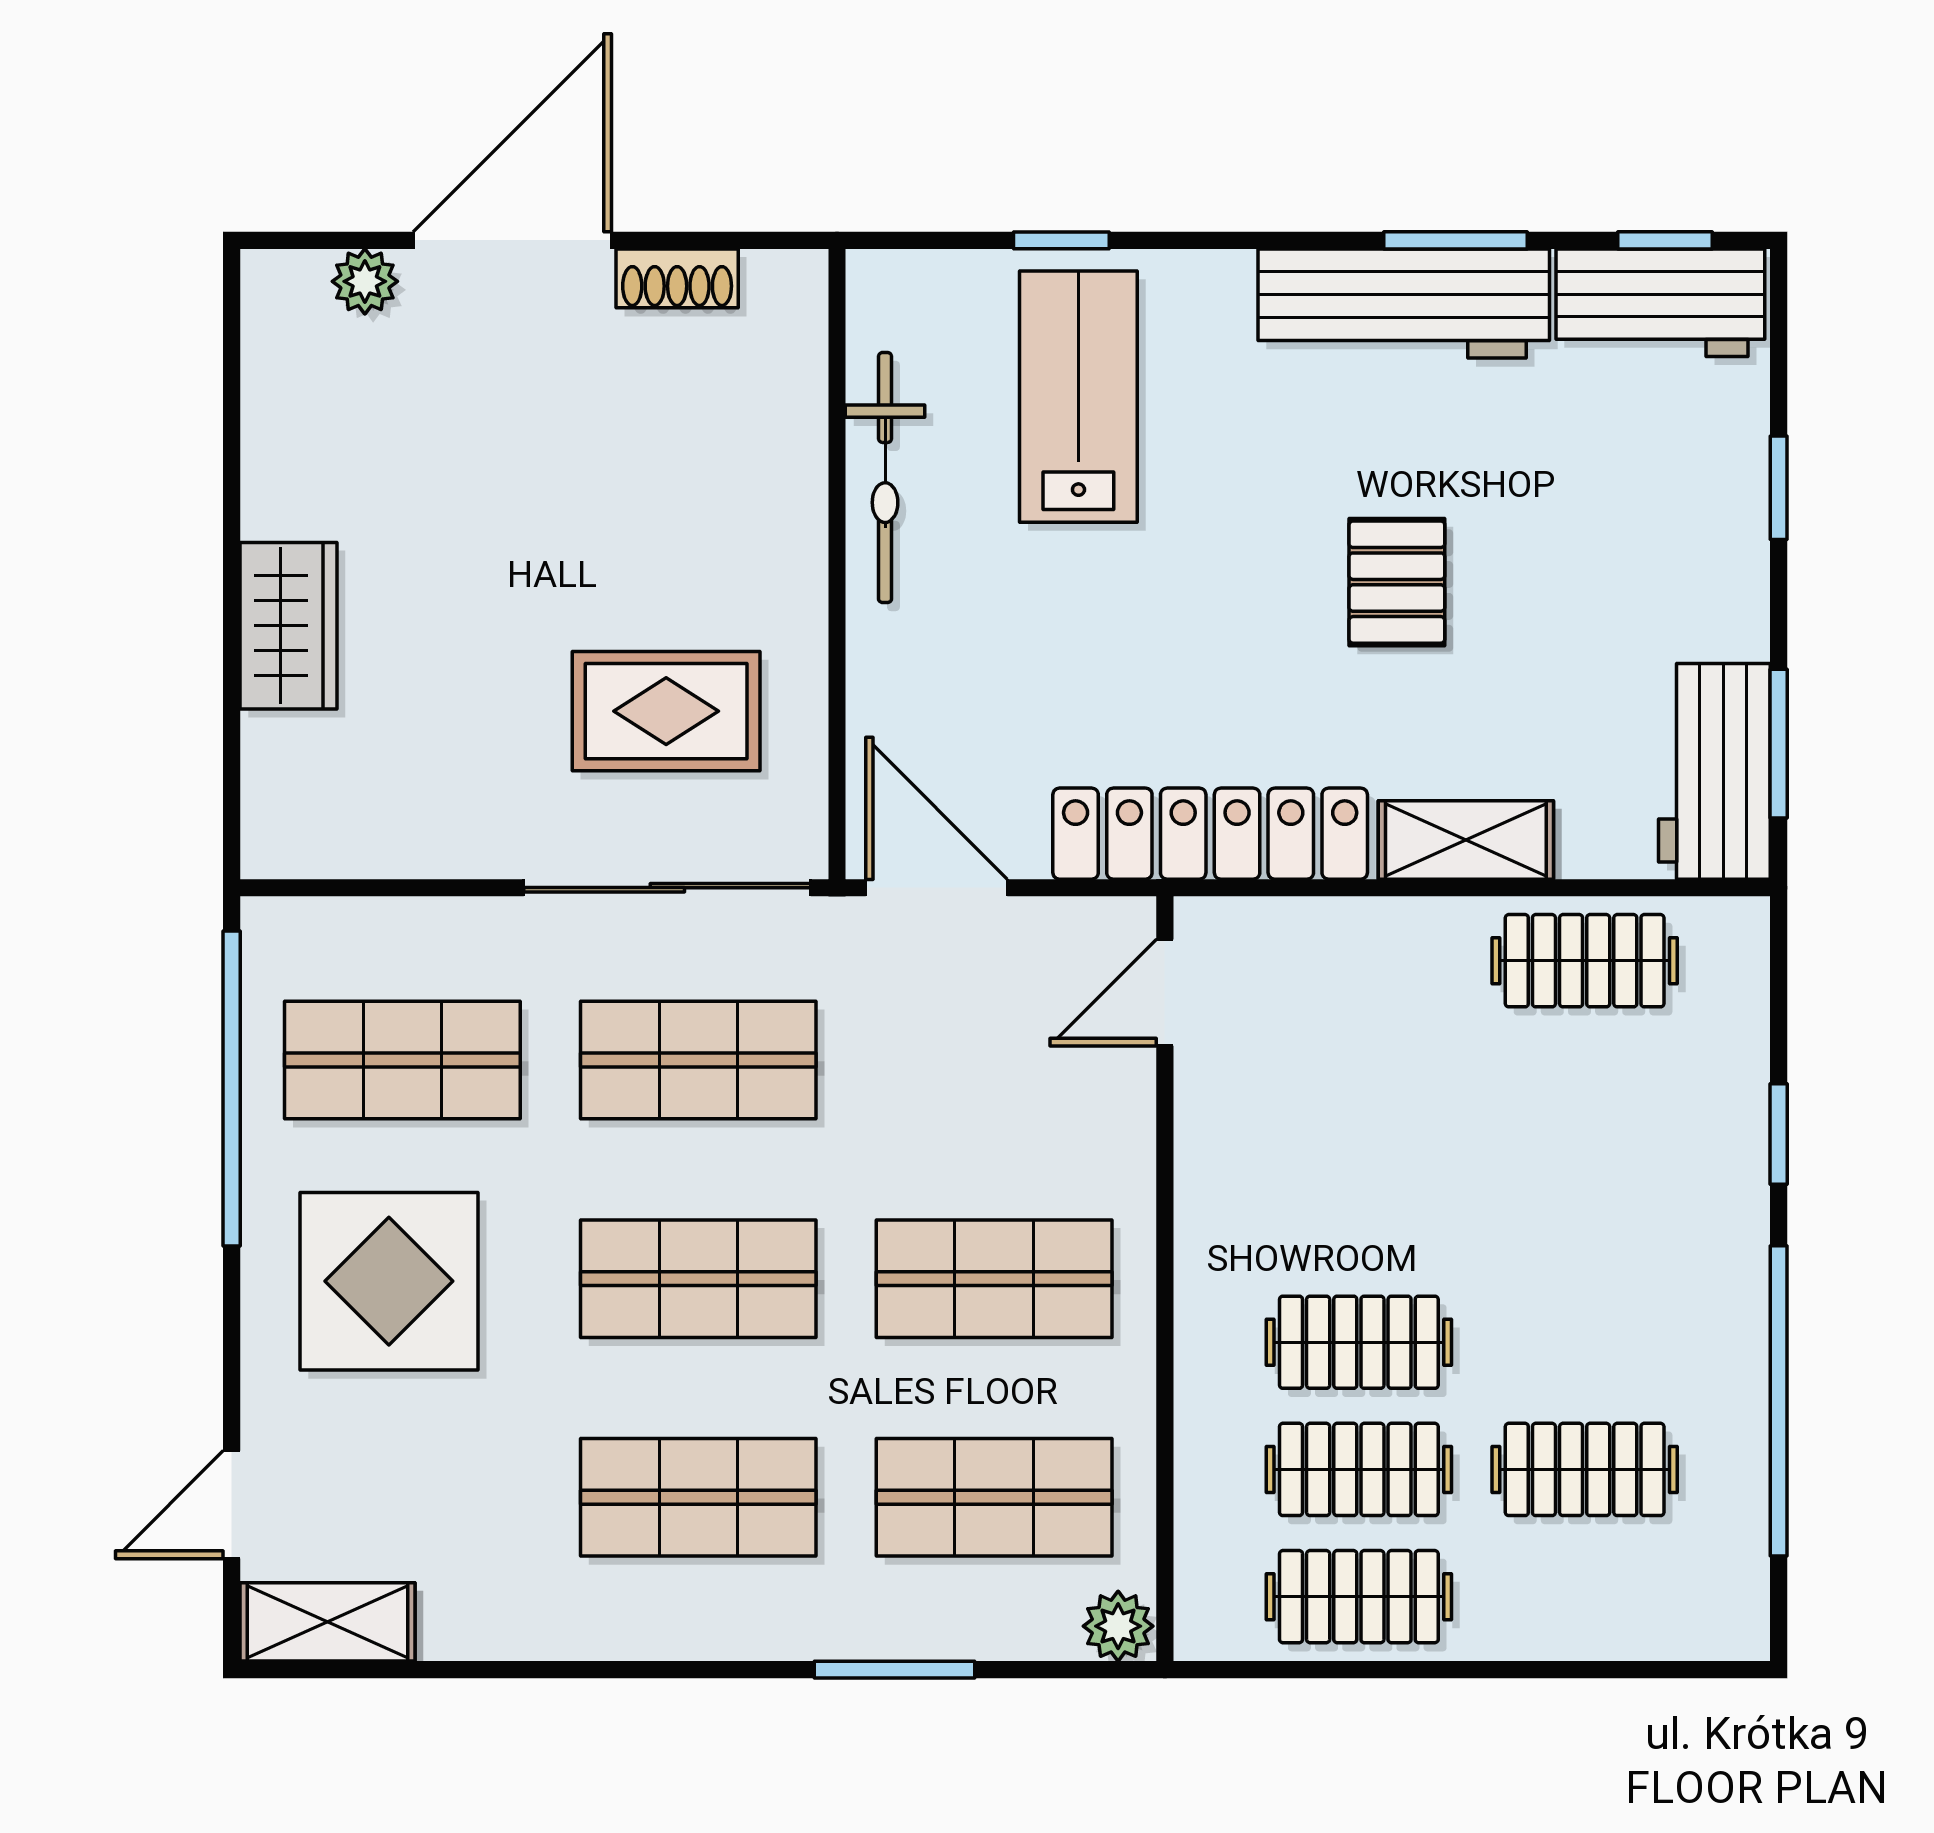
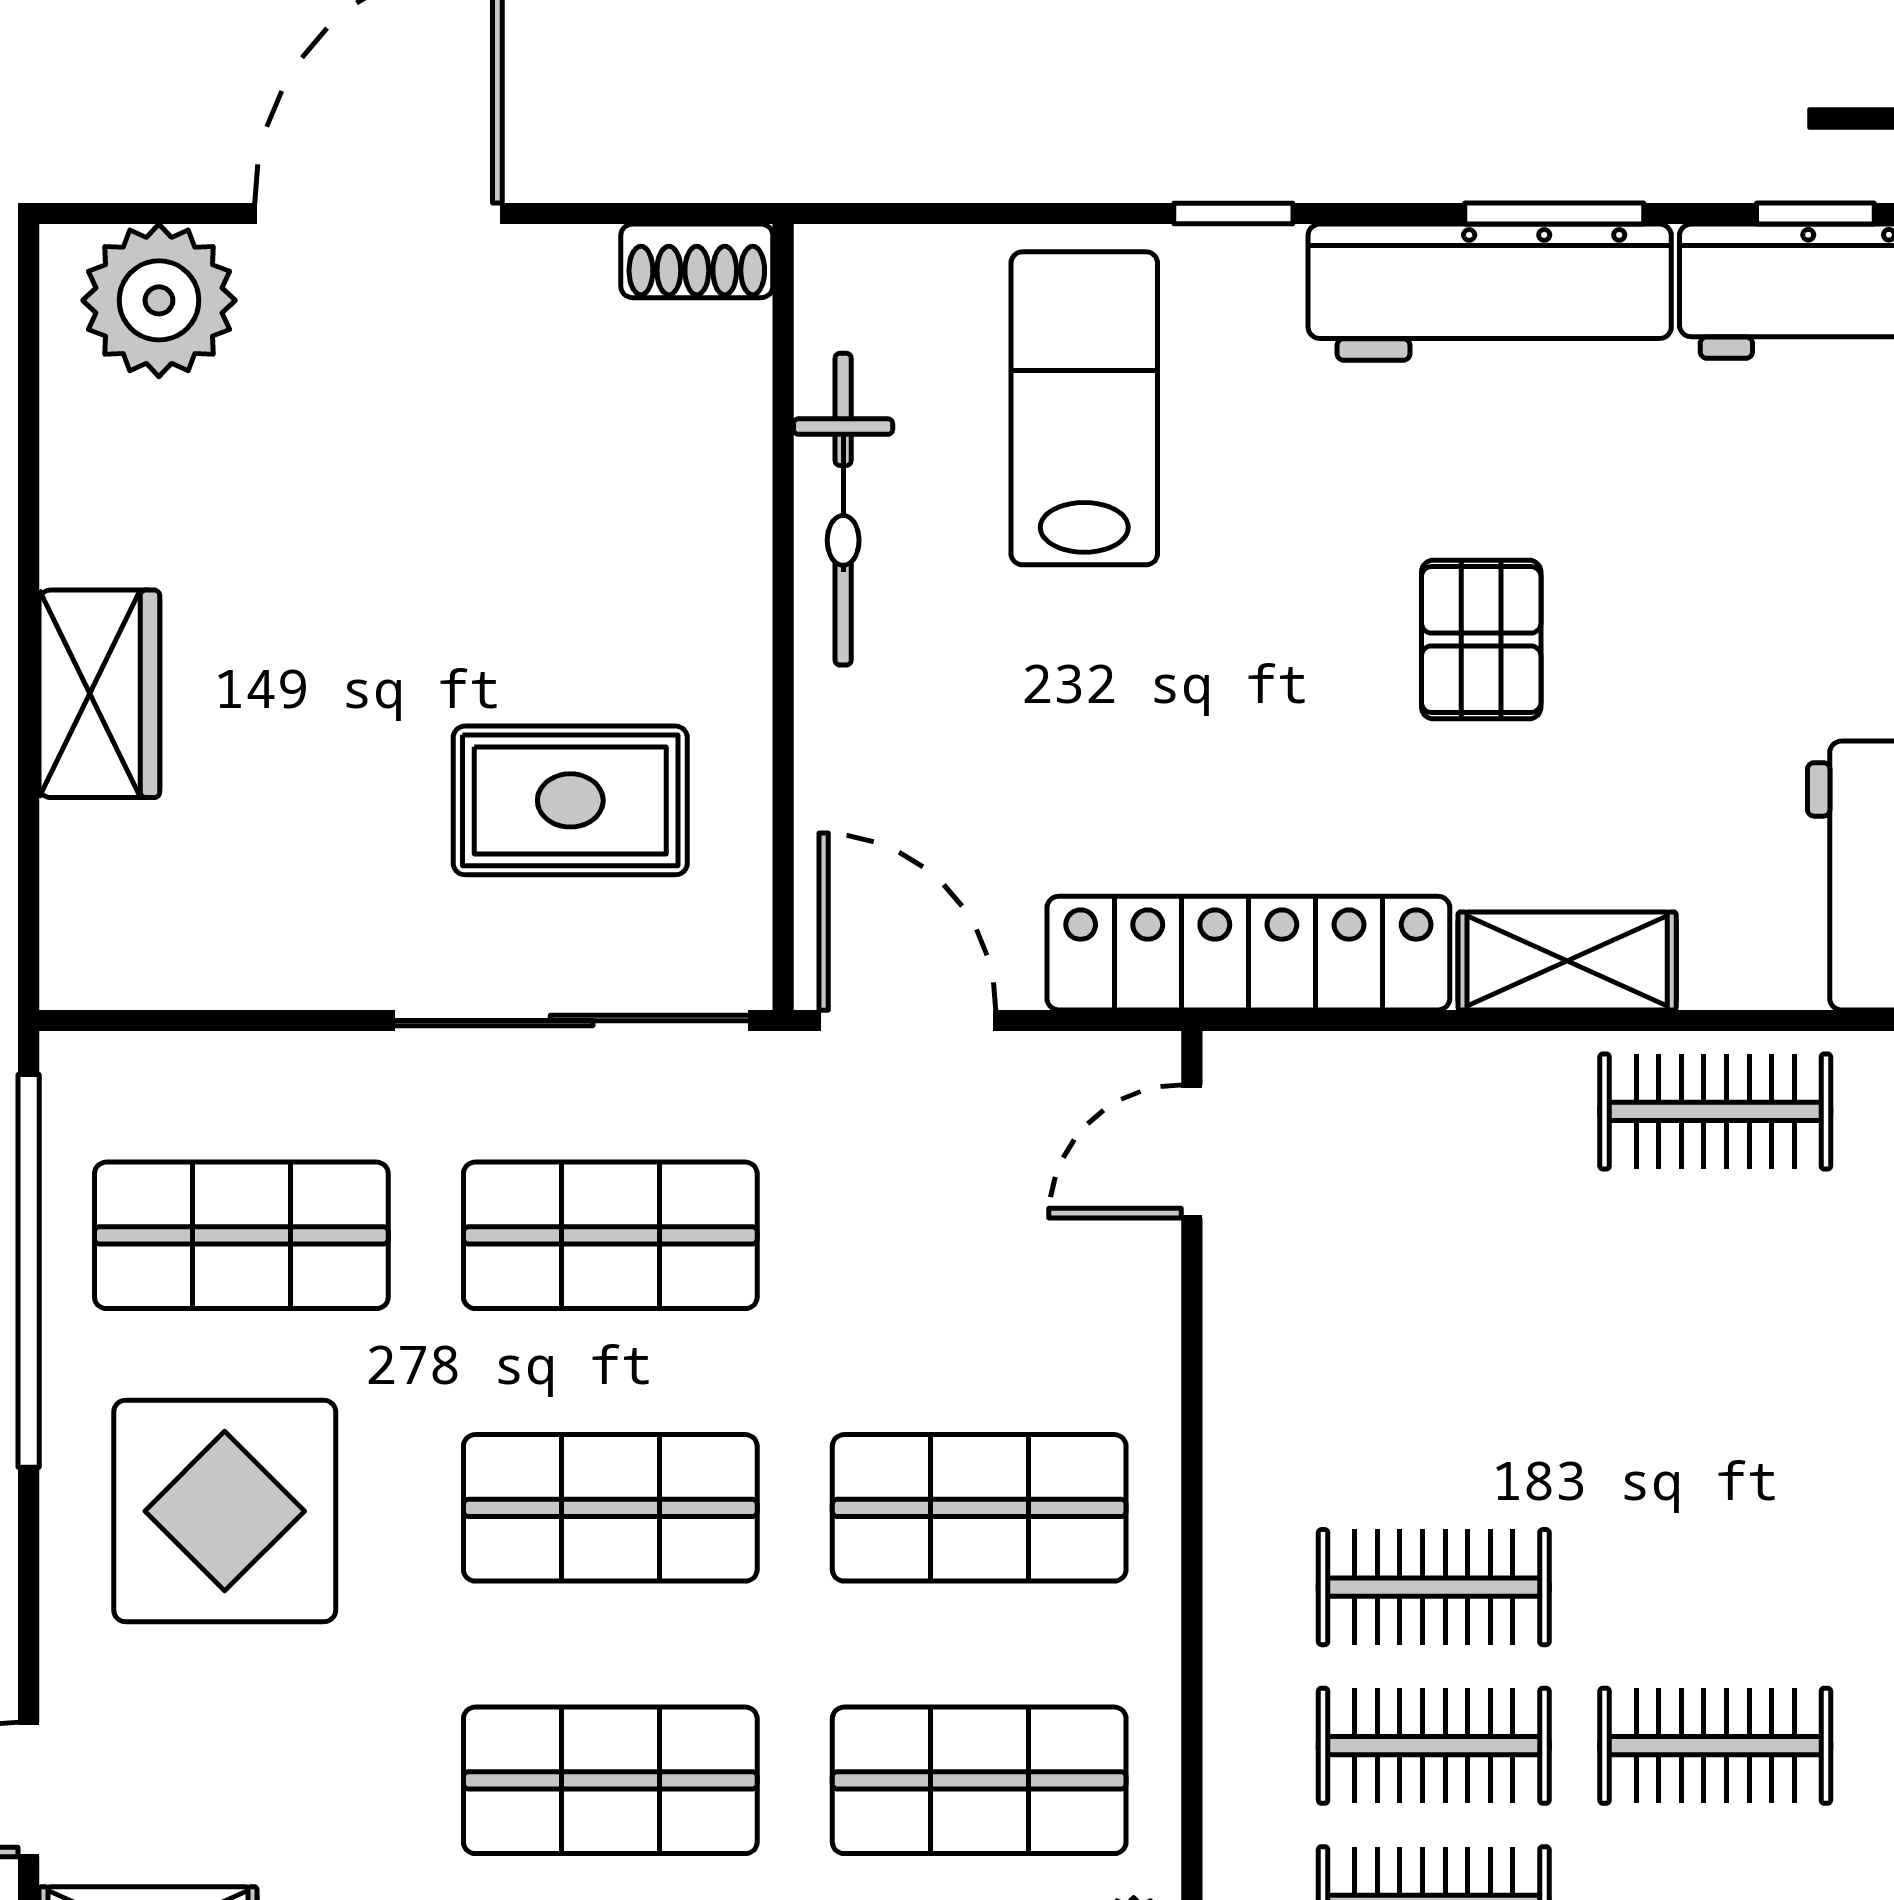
window: (1061, 240) -> (1233, 214), moved
shoe rack: (677, 278) -> (697, 261), moved
plant: (365, 281) -> (159, 300), width x1.88, depth x1.88

